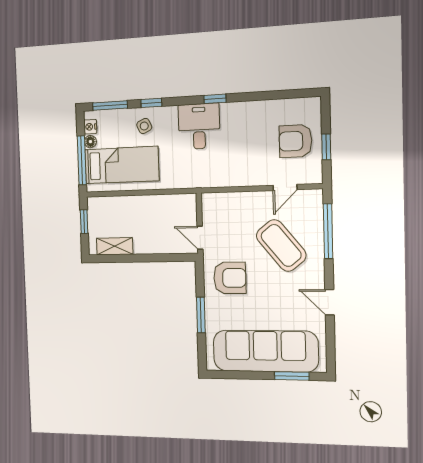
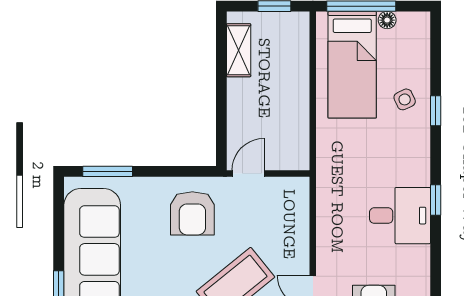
window: (110, 105) -> (436, 51), removed
desk: (199, 126) -> (400, 216), moved
nightstand: (90, 127) -> (408, 21), removed
window: (201, 315) -> (108, 171), moved

